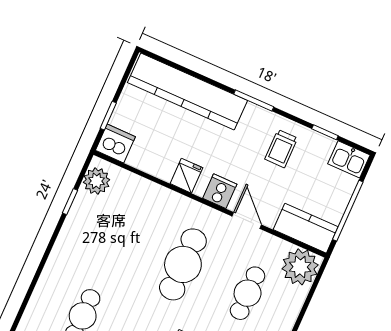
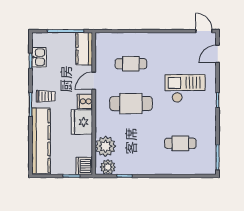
trolley: (281, 149) -> (46, 96), moved
kitchen sink: (349, 159) -> (39, 57), moved
fridge: (186, 176) -> (82, 122), width x1.88, depth x1.34
plant: (300, 267) -> (105, 146), moved

